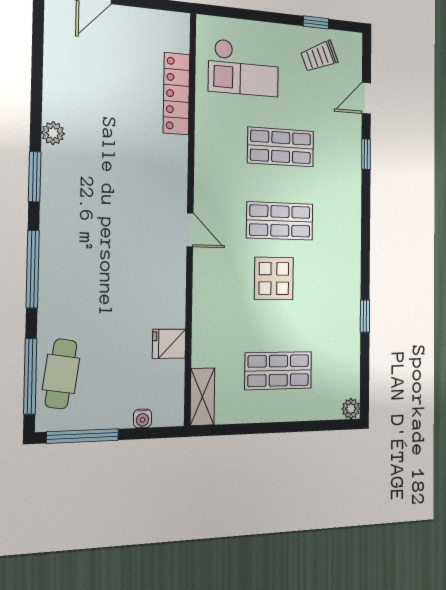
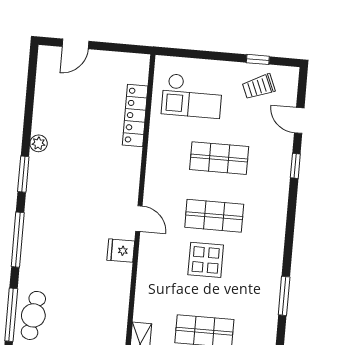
door: (366, 98) -> (299, 120), hinge flipped
window: (365, 316) -> (284, 296), width x1.50
fridge: (169, 344) -> (121, 251), moved

